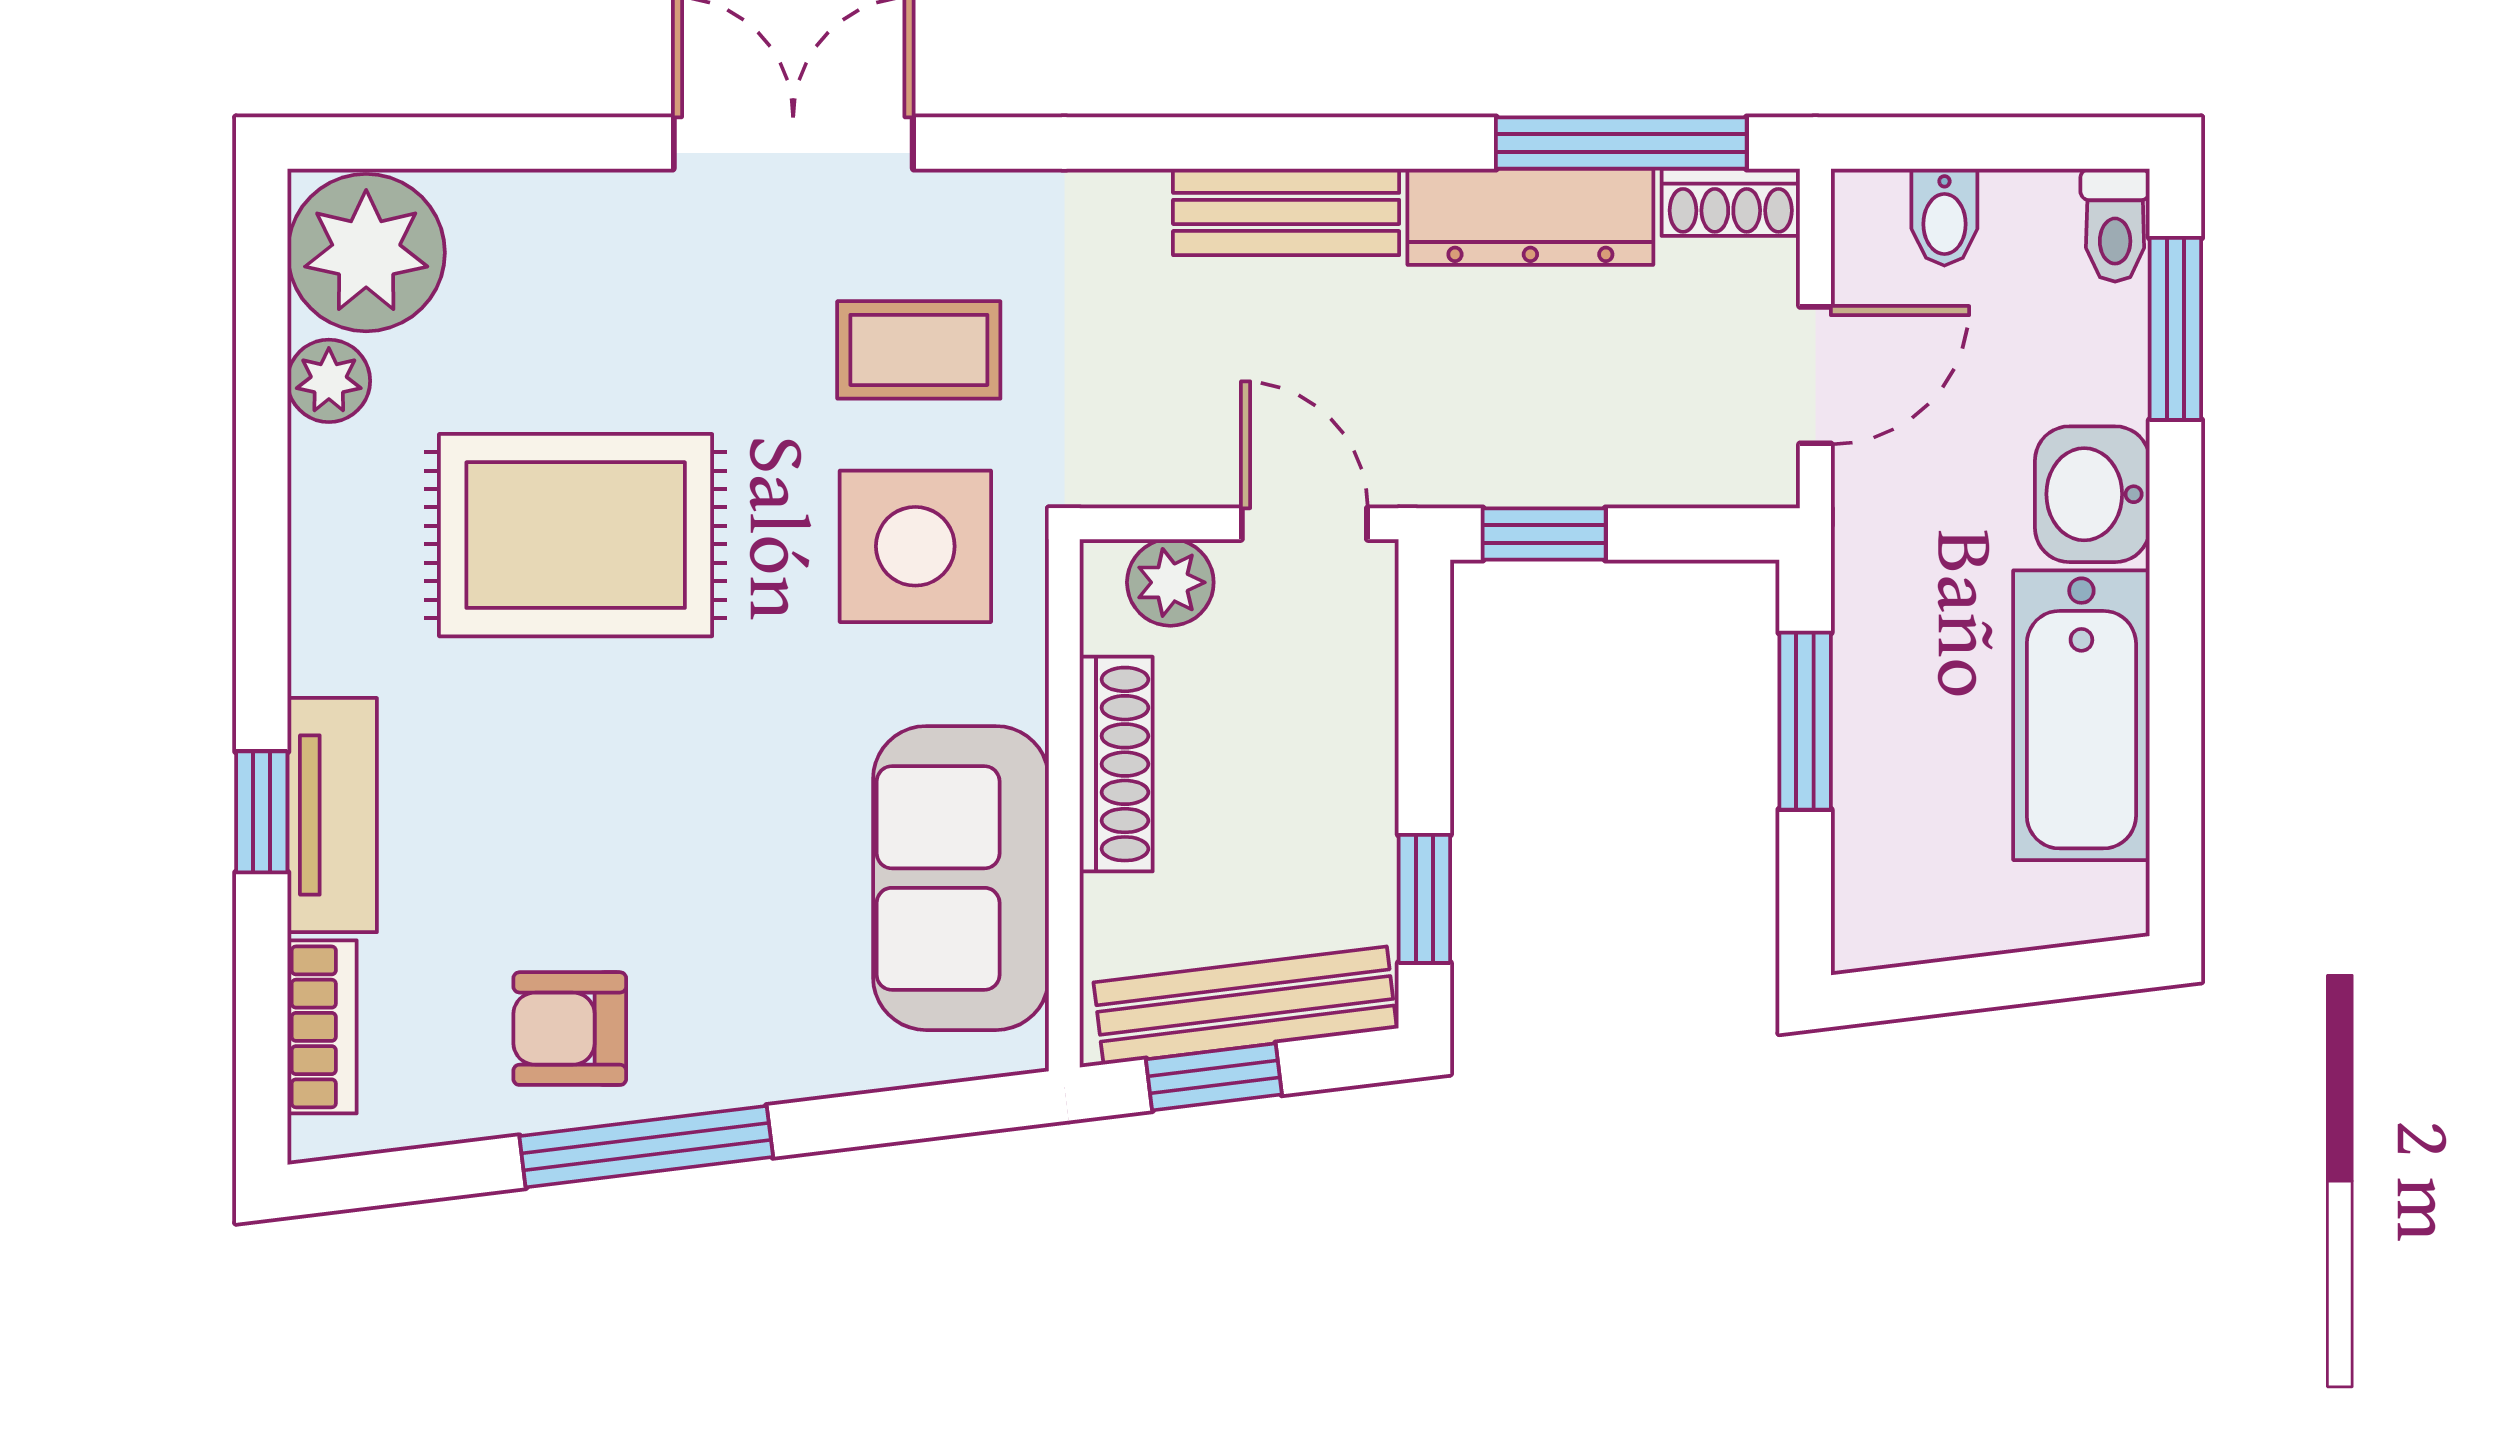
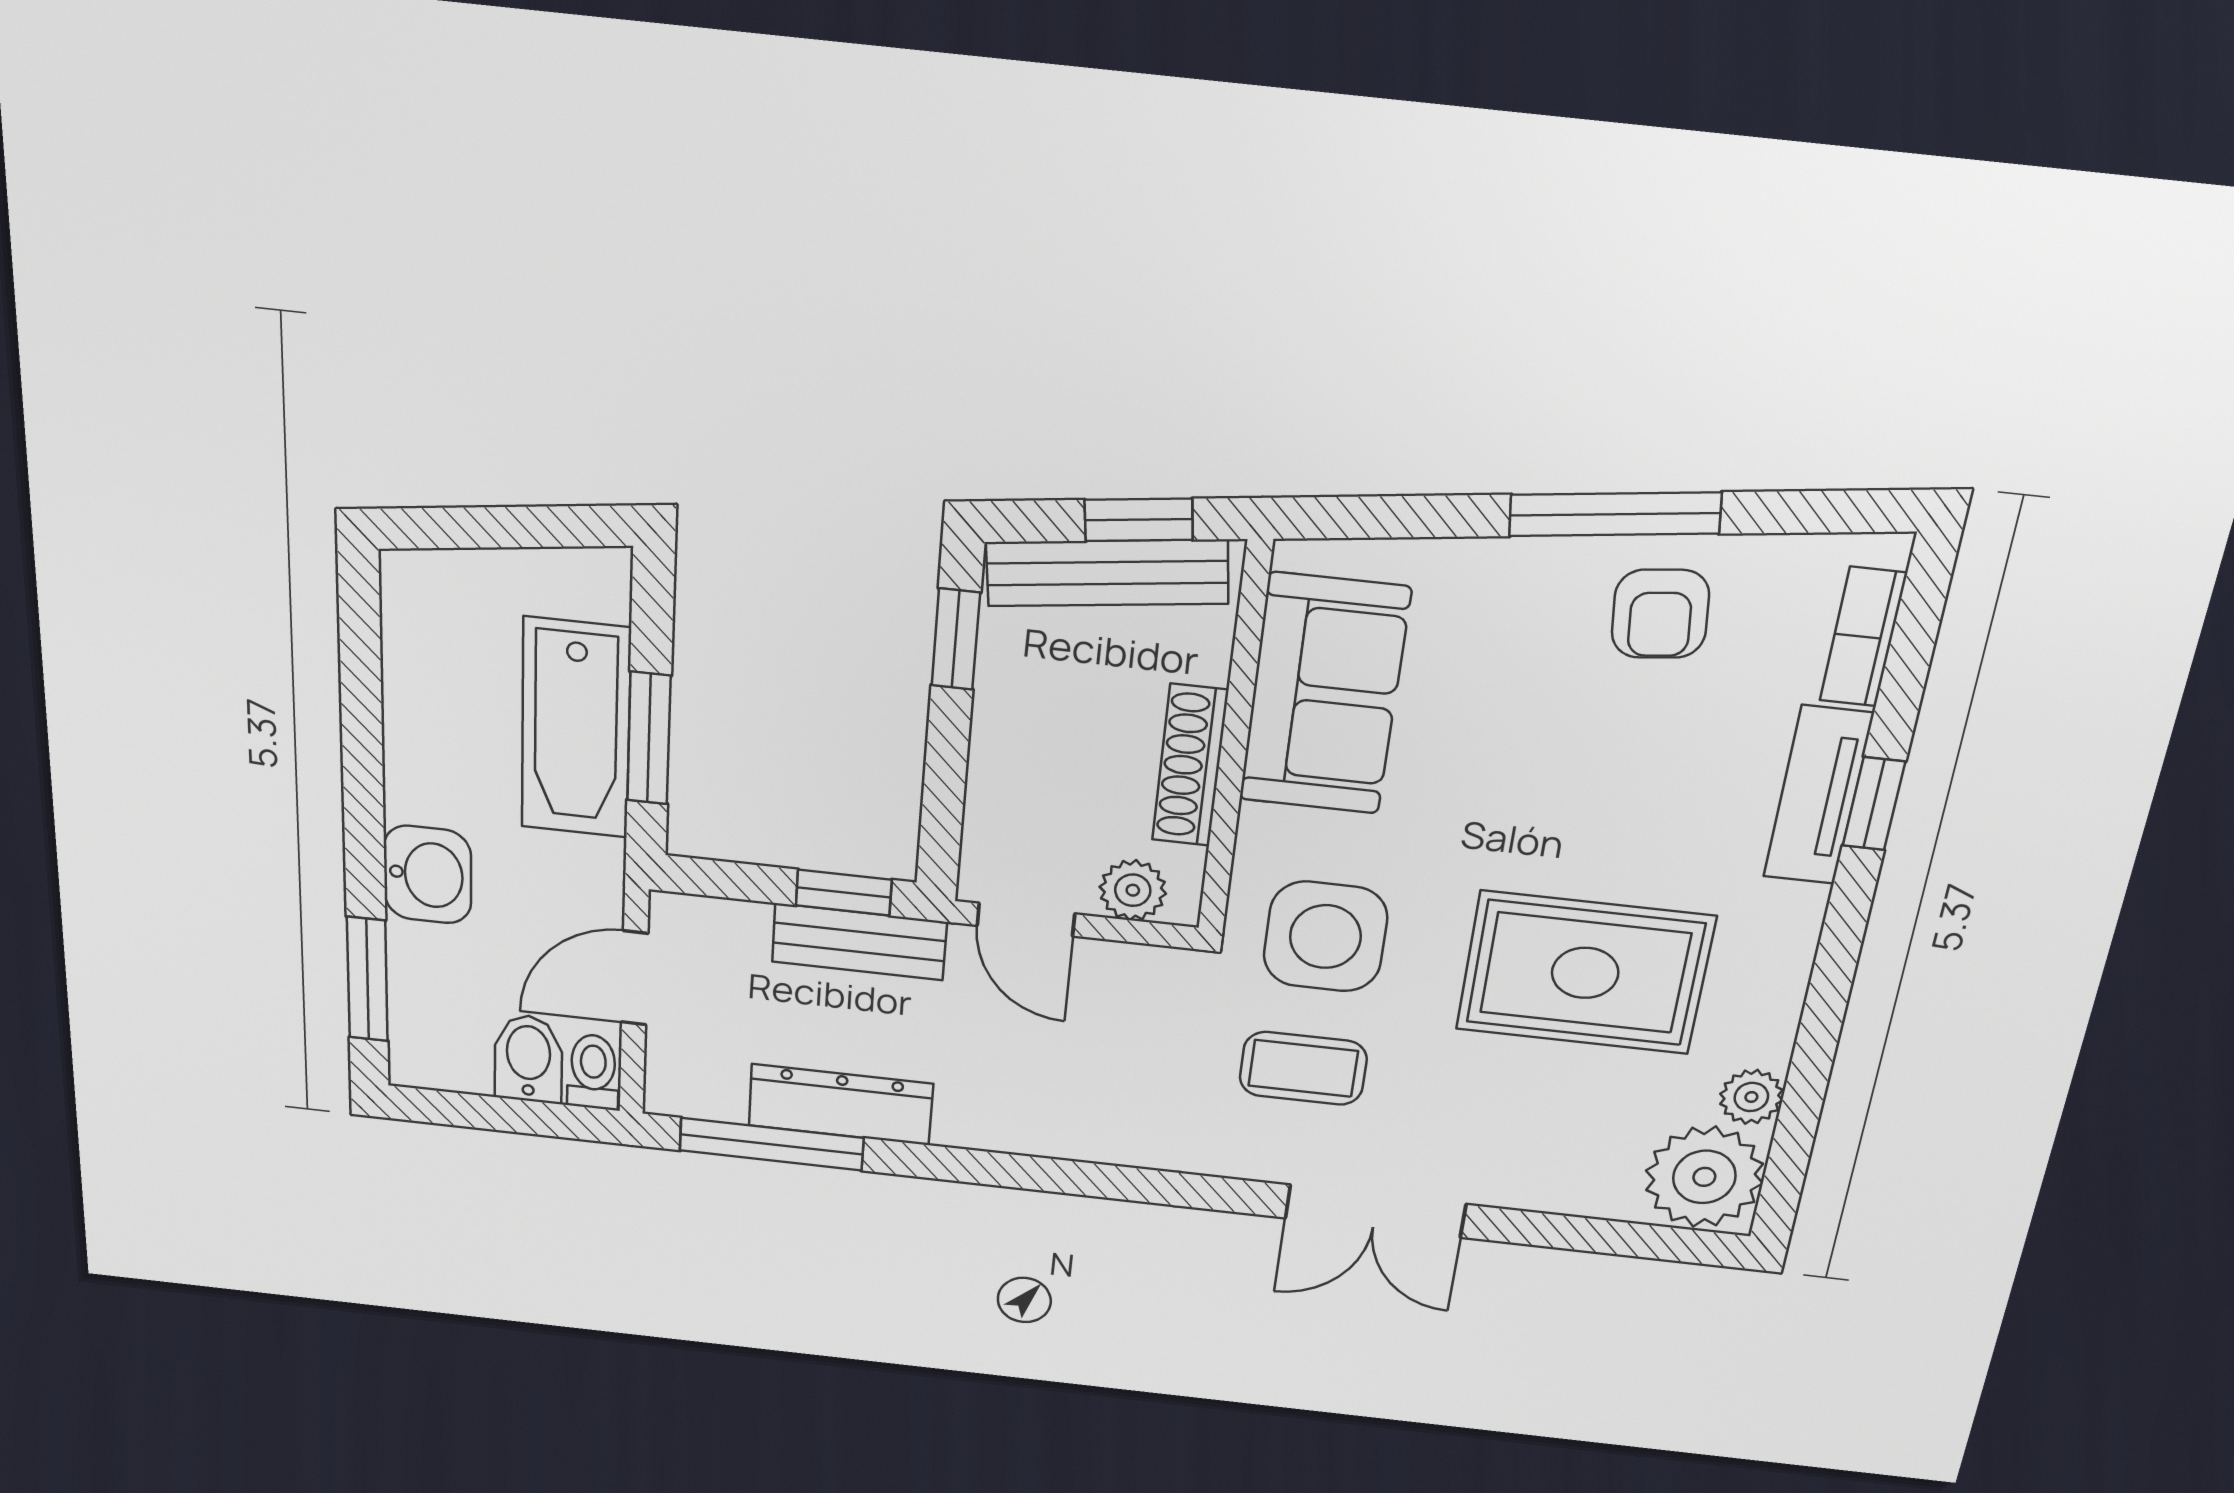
shoe rack: (1731, 202) -> (693, 1098), removed
bench: (1286, 212) -> (859, 942), moved
bidet: (1944, 217) -> (528, 1059), width x1.38, depth x1.36
toilet: (2115, 225) -> (593, 1072), moved
bathtub: (2081, 715) -> (576, 728), moved, turned 180
armchair: (570, 1029) -> (1660, 614), turned 84

